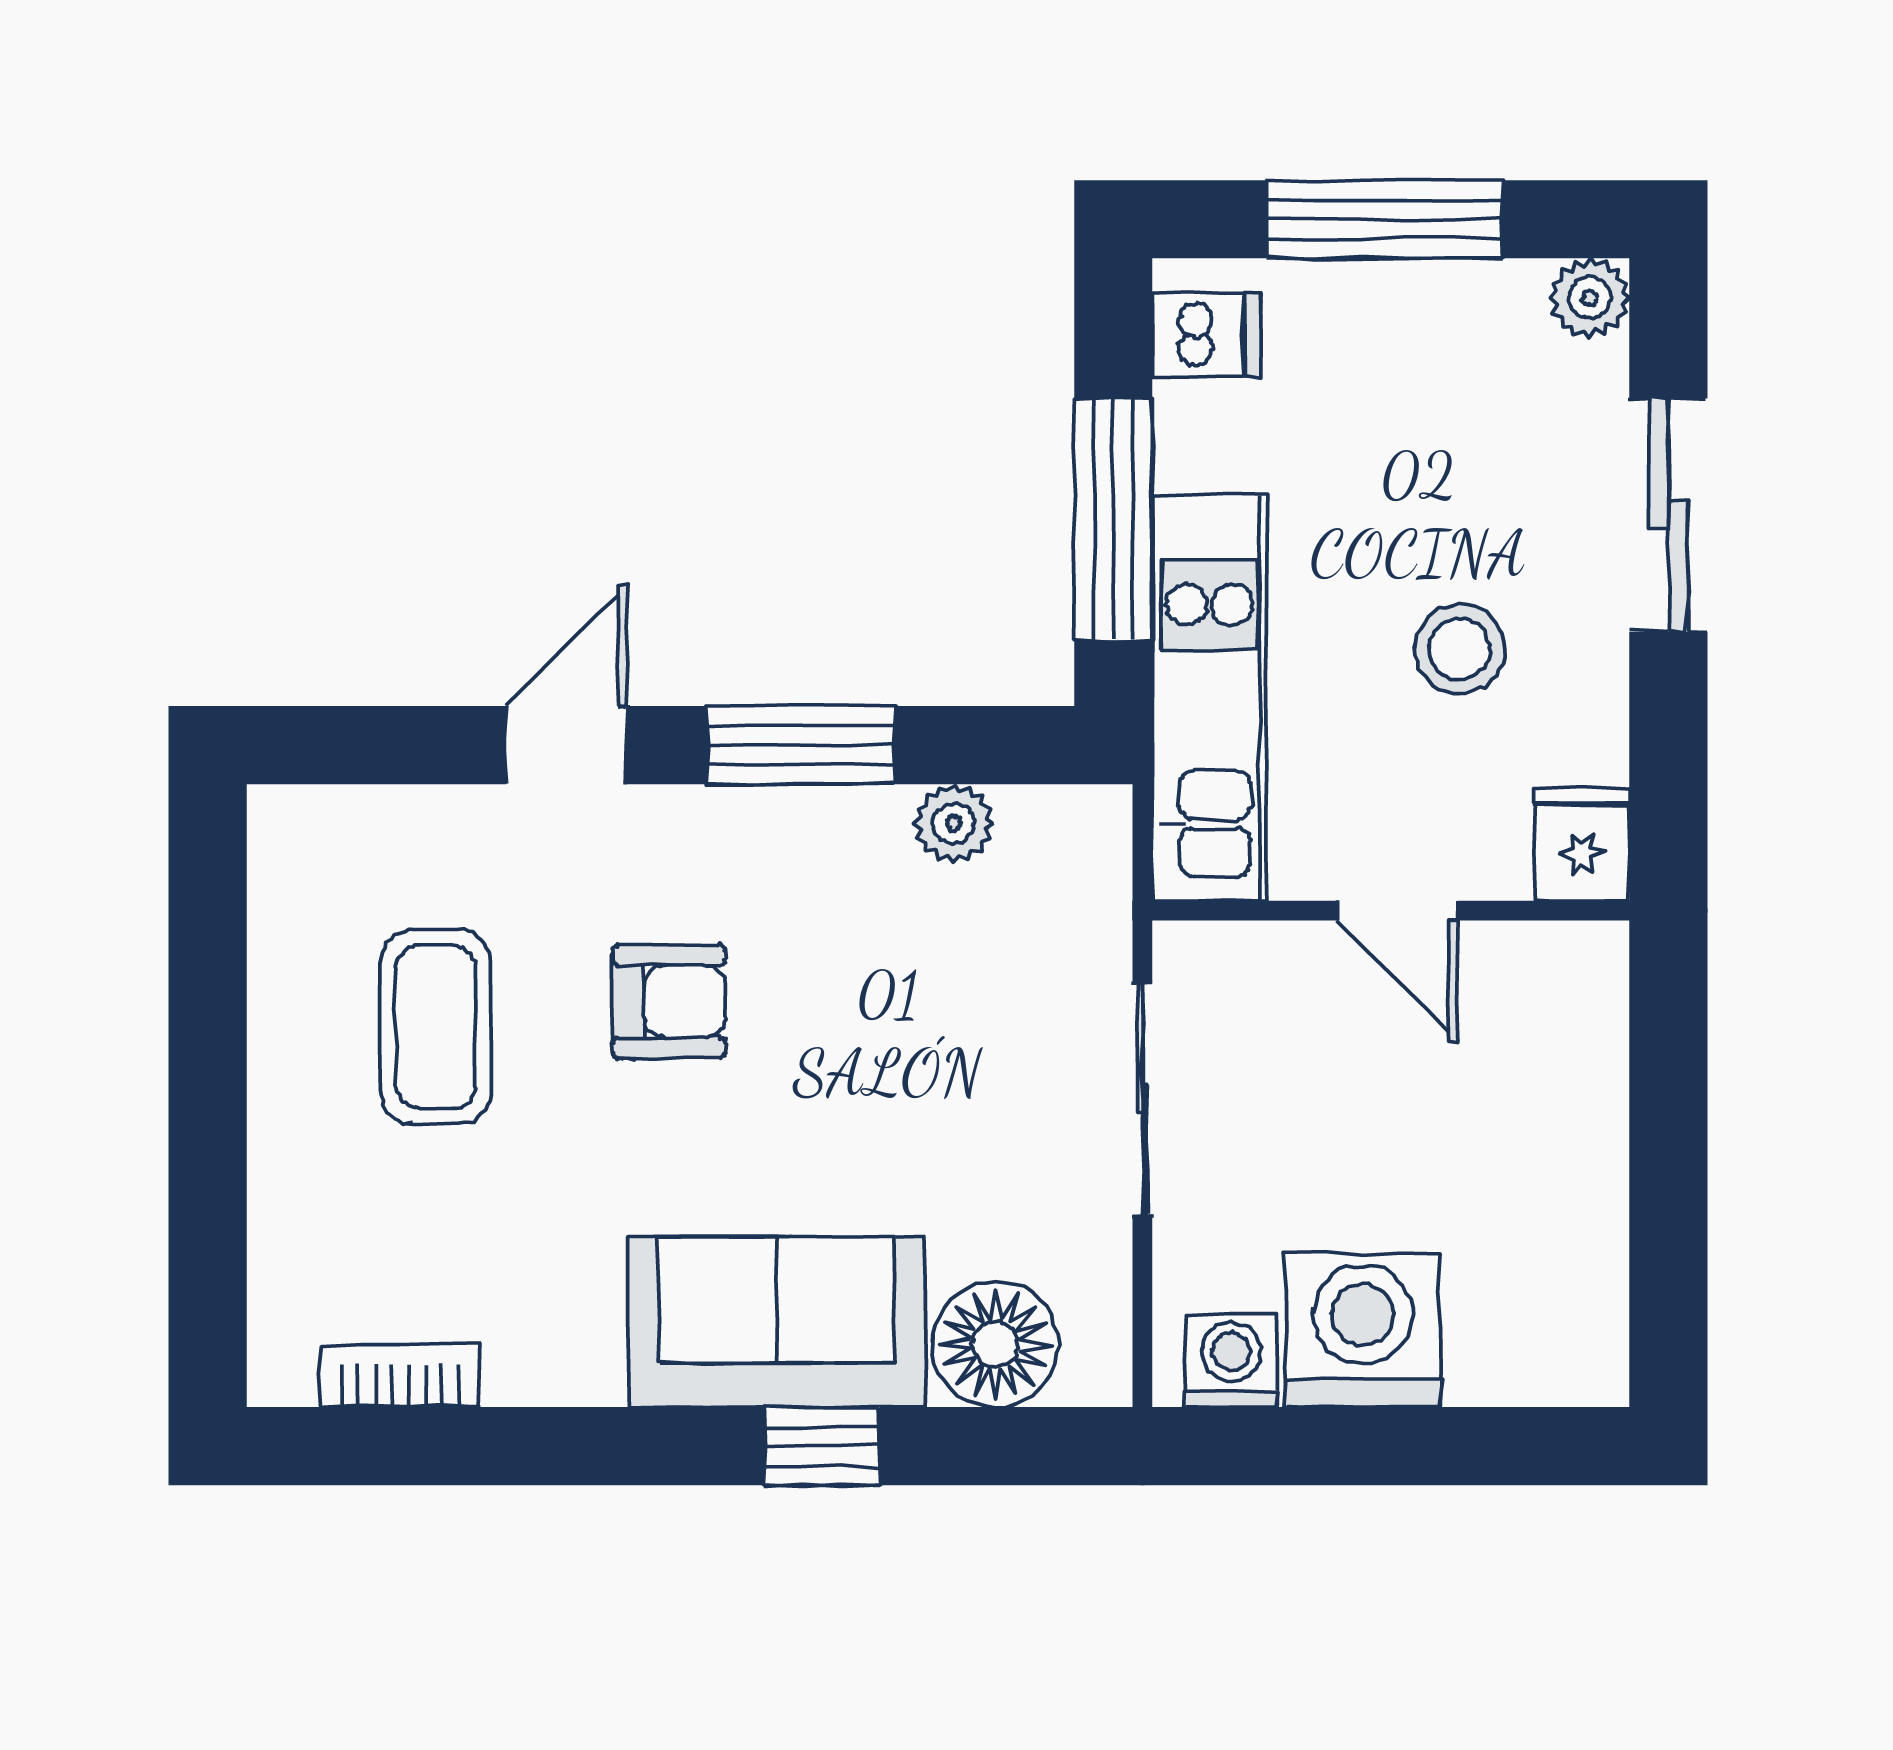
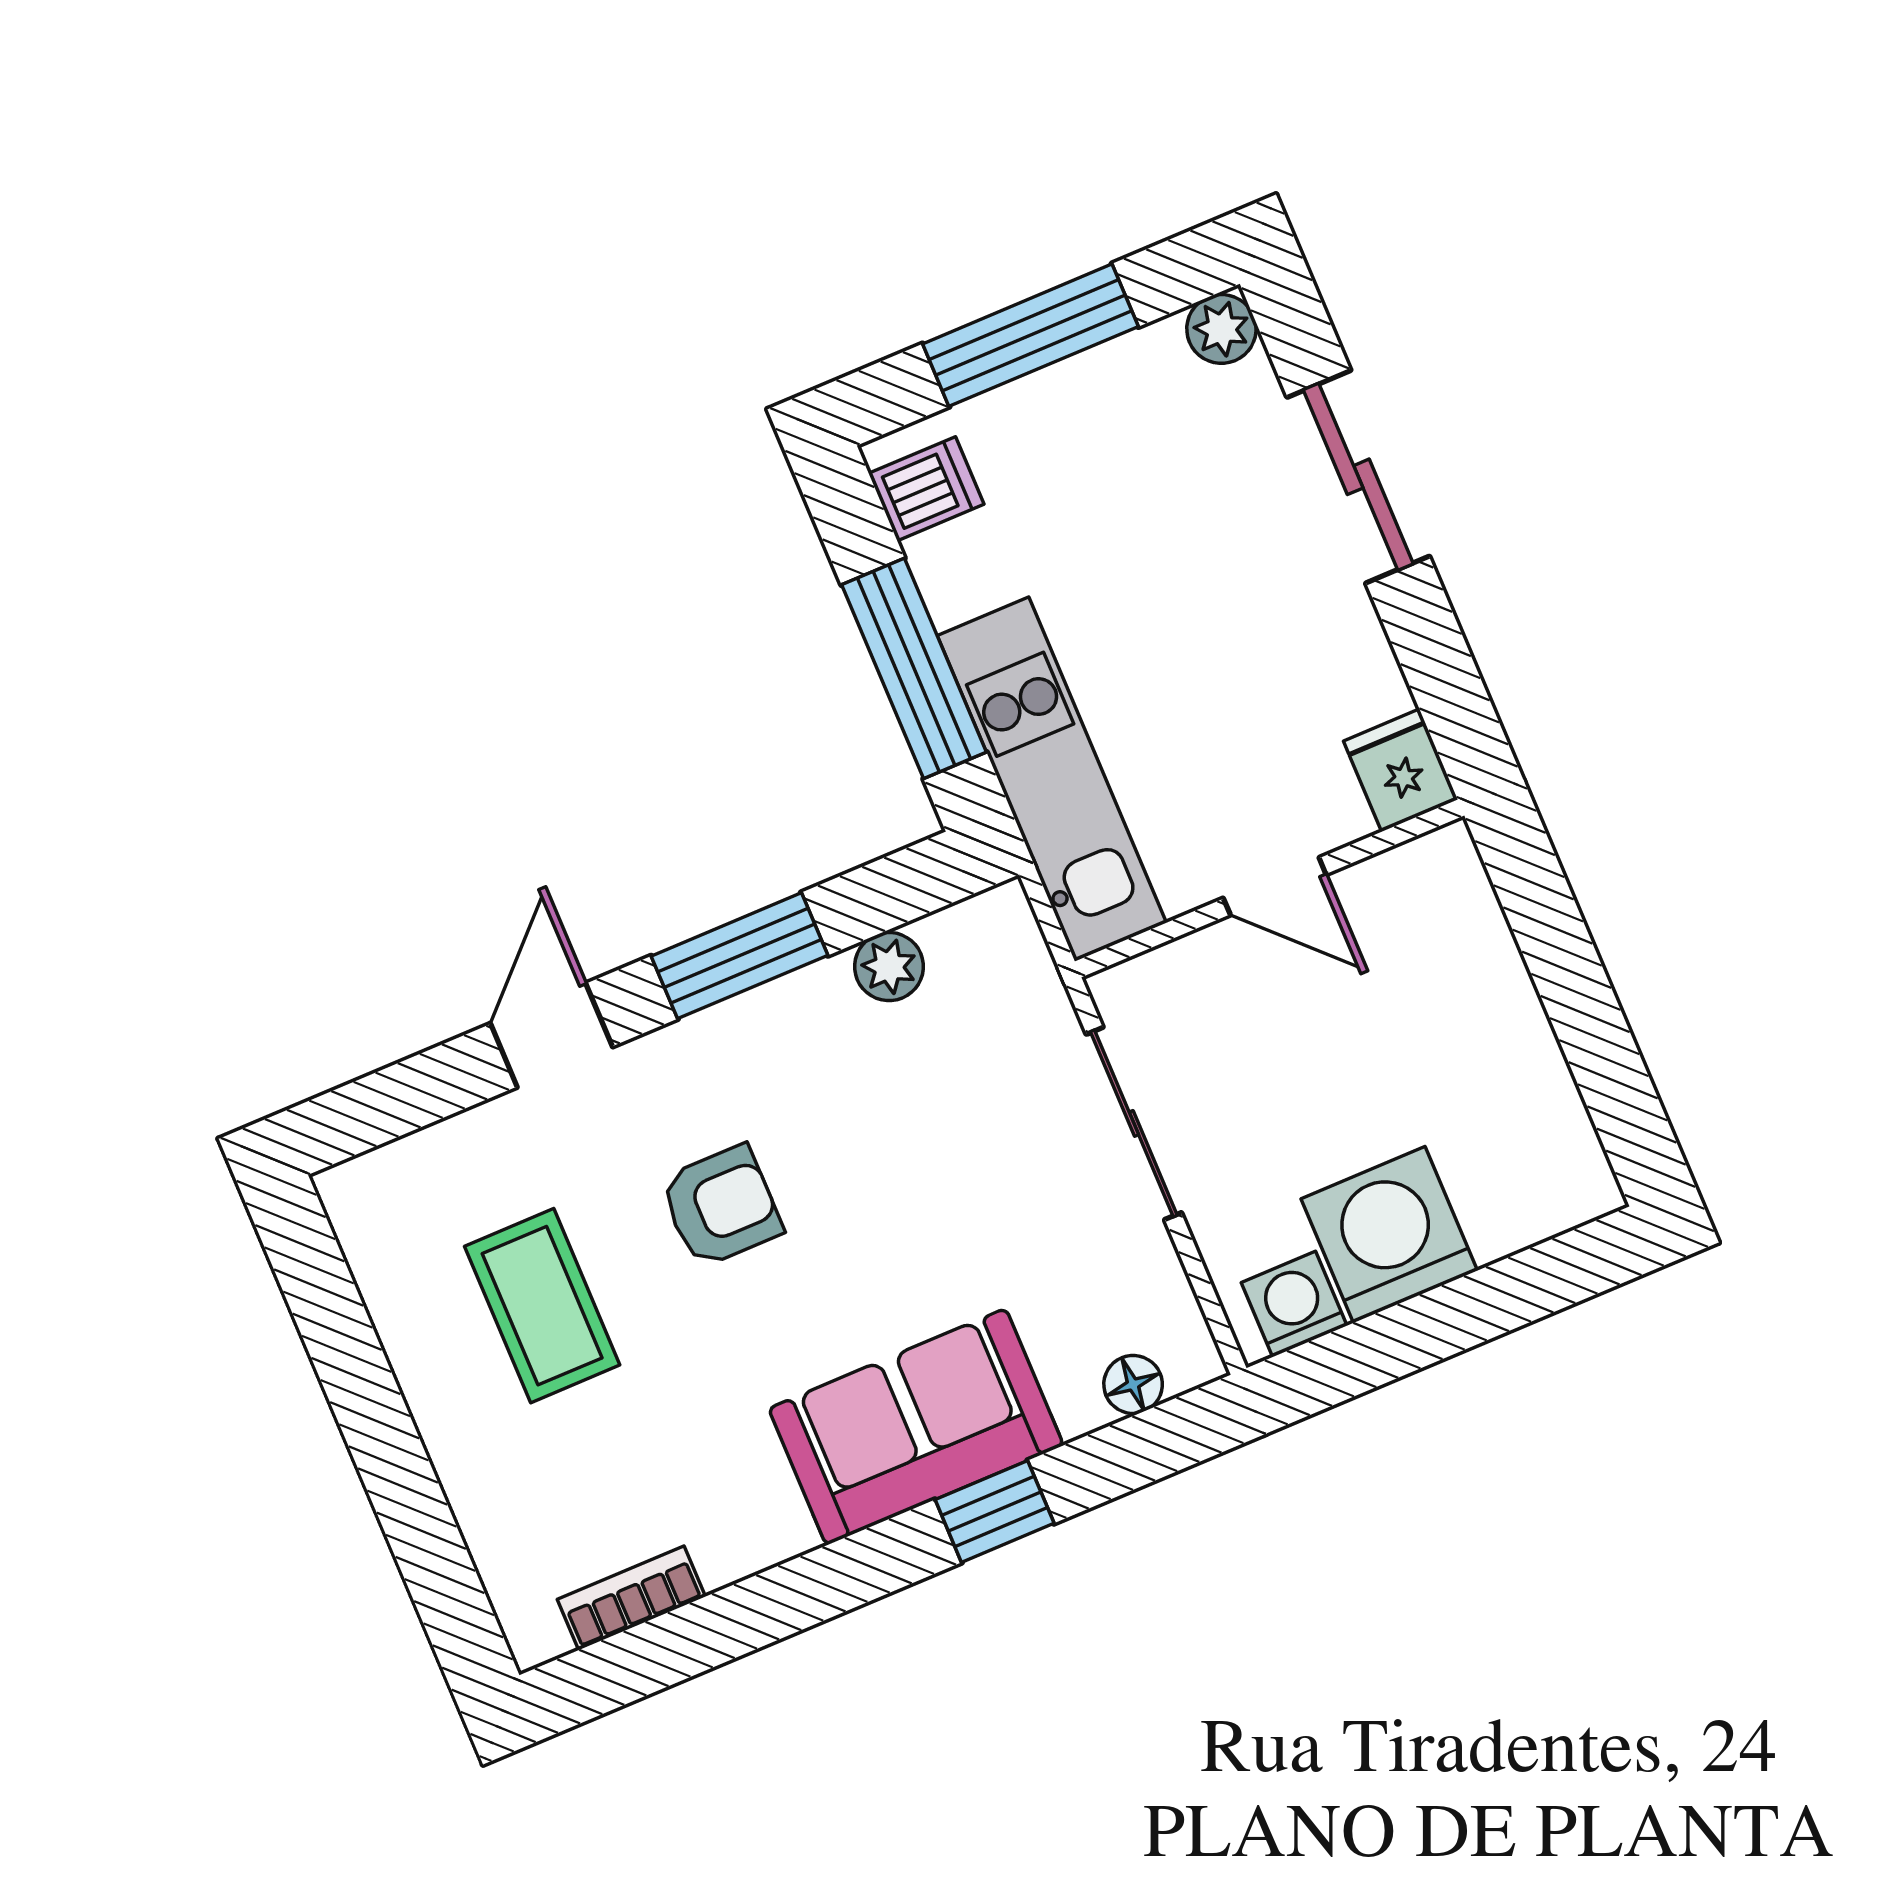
stool: (1460, 649) -> (1236, 655), removed
floor lamp: (995, 1344) -> (1133, 1384), width x0.53, depth x0.53

